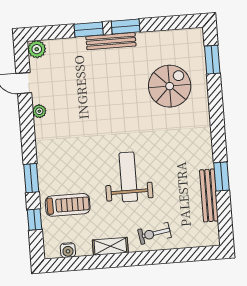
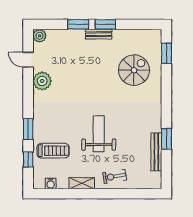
bench: (111, 41) -> (99, 34), width x0.73
plant: (39, 111) -> (42, 81), width x1.87, depth x1.87

